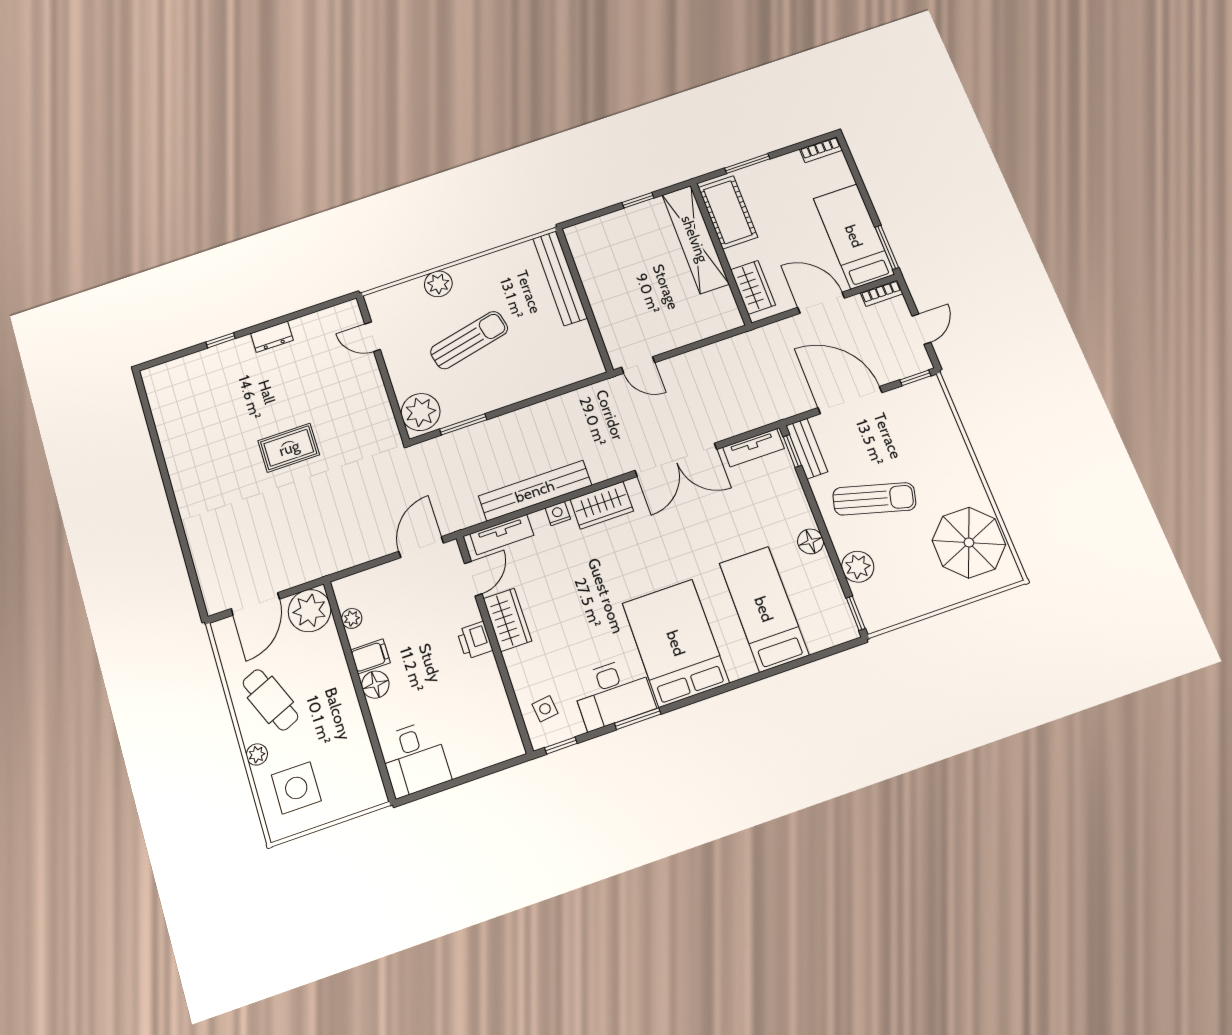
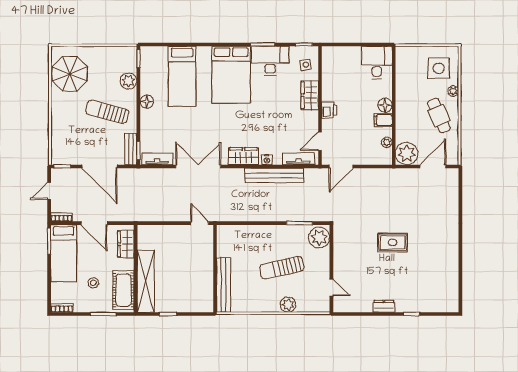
stool: (784, 207) -> (93, 283), added
wardrobe: (507, 620) -> (310, 95), moved

